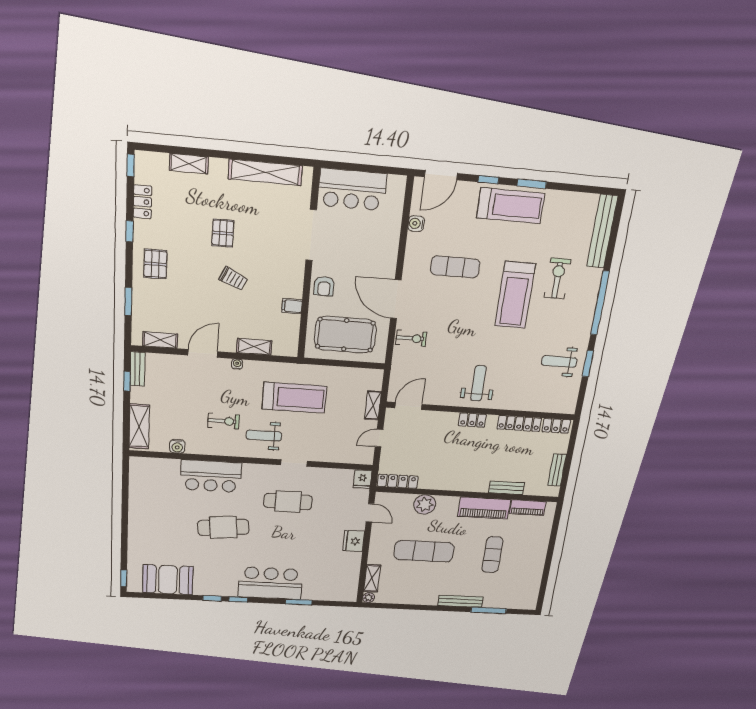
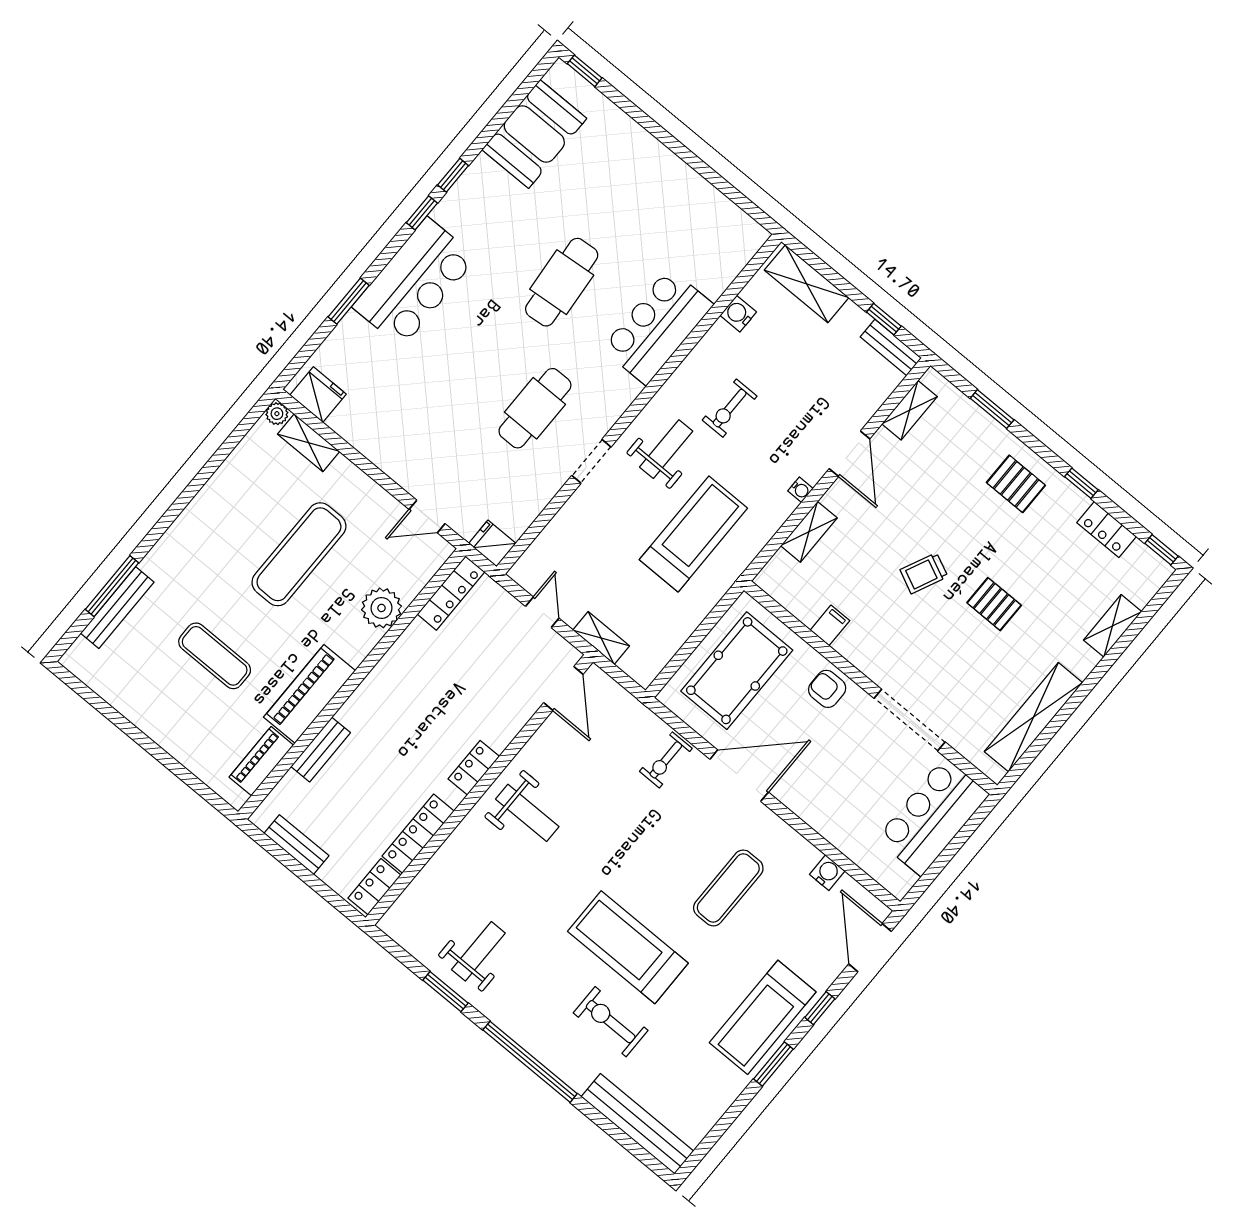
exercise bike: (557, 279) -> (611, 1022), turned 180
treadmill: (294, 398) -> (693, 534), turned 180
fridge: (354, 541) -> (318, 395), moved
bench: (460, 601) -> (117, 608), moved

